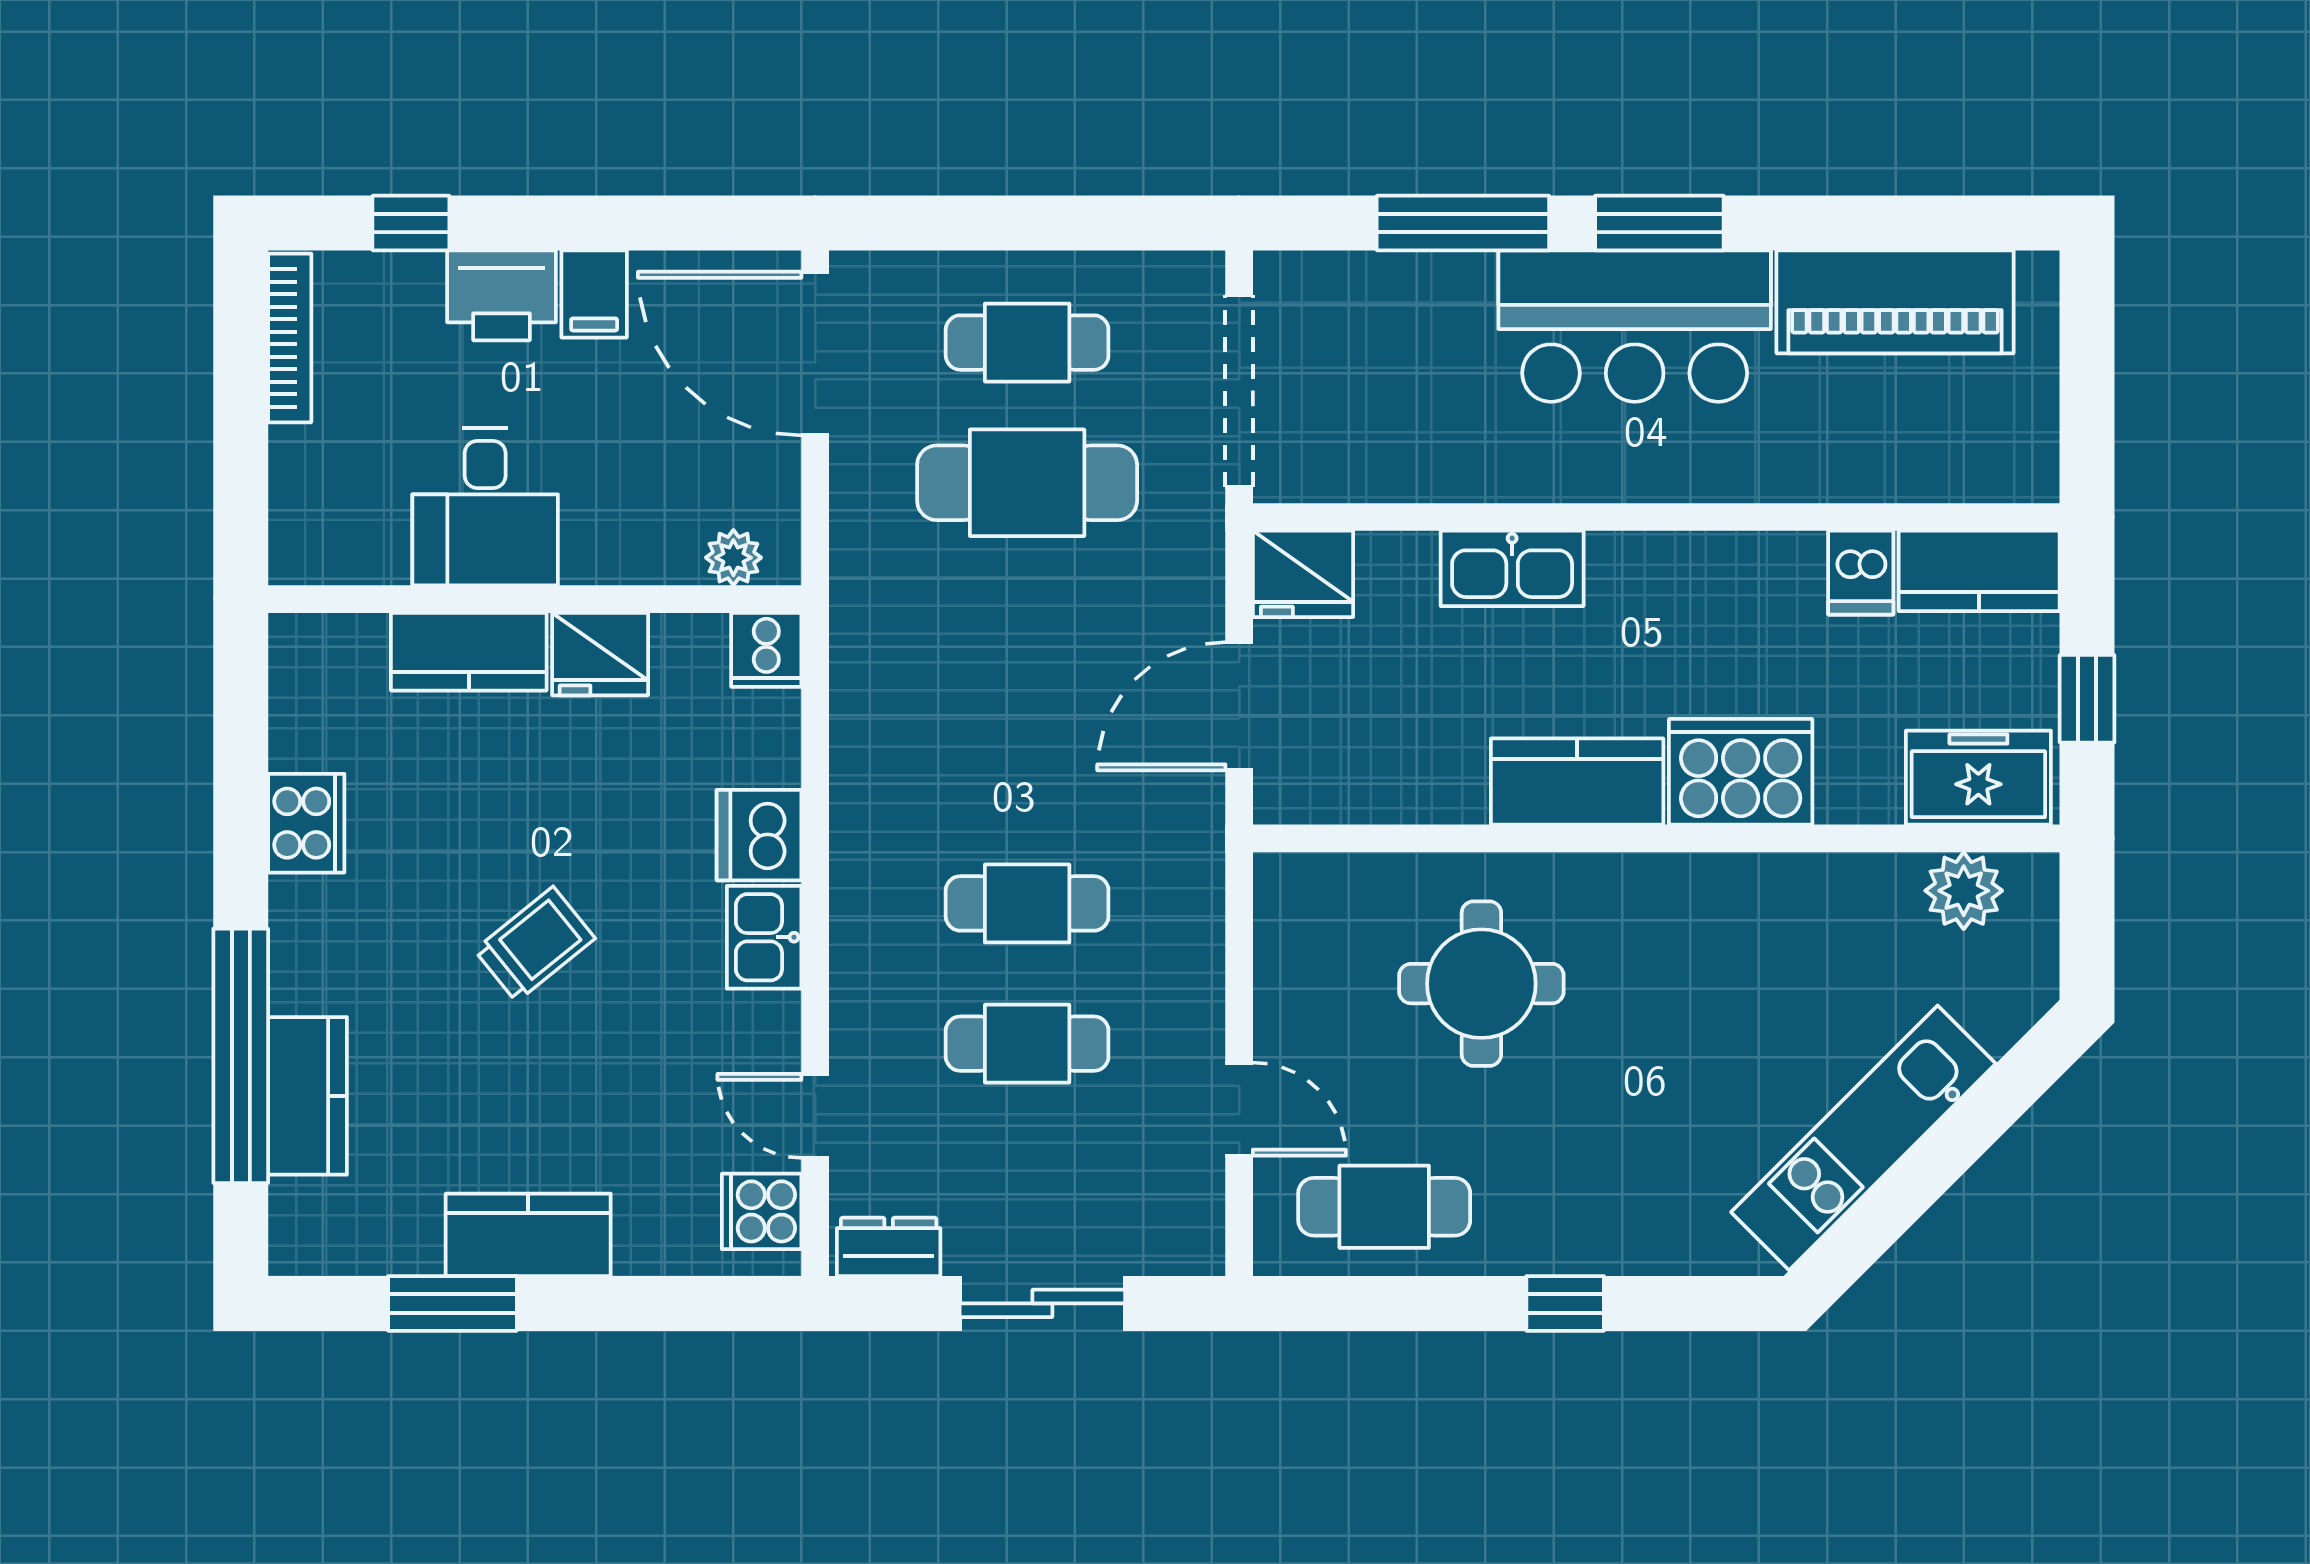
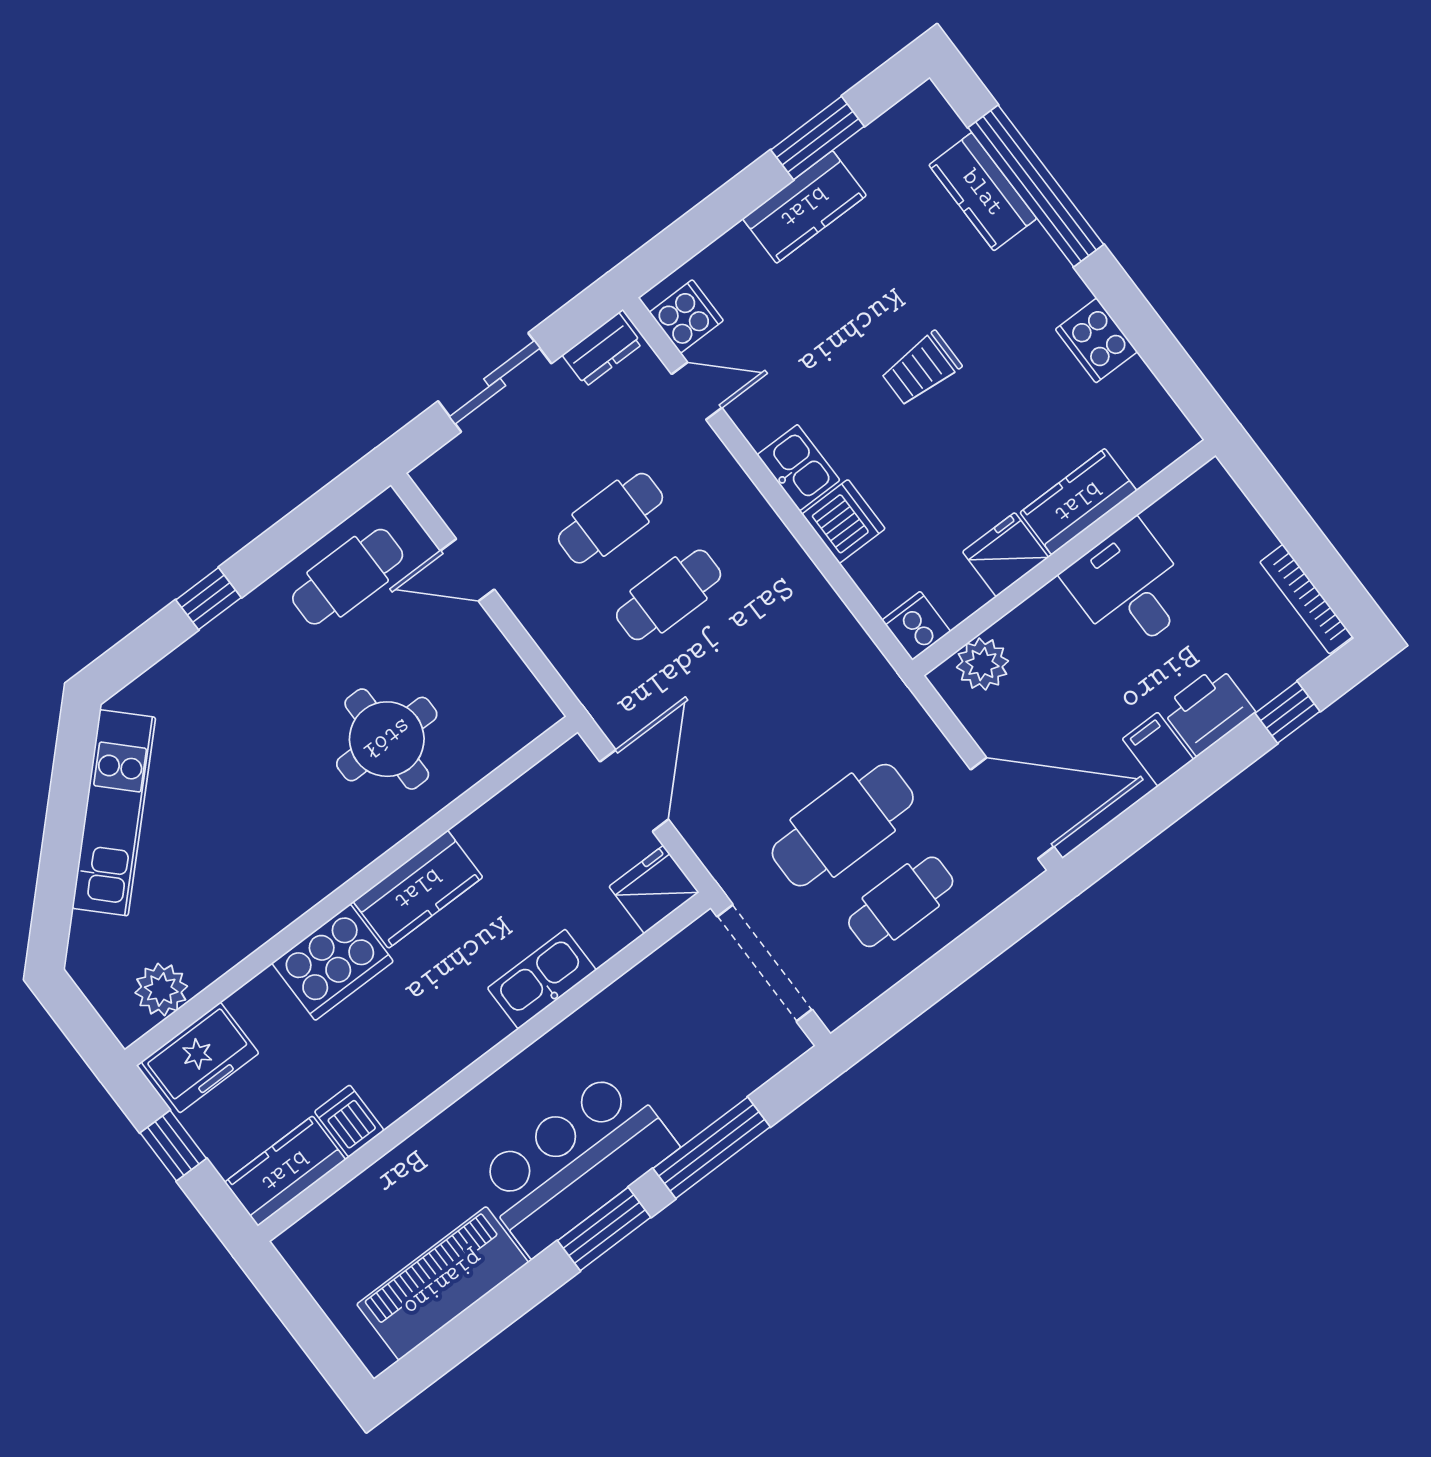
plant: (733, 558) -> (982, 664), width x1.38, depth x1.38
trolley: (535, 944) -> (921, 369), turned 39

